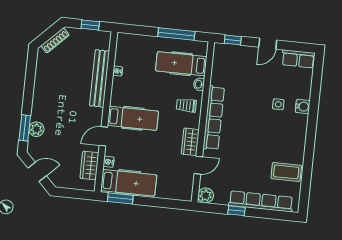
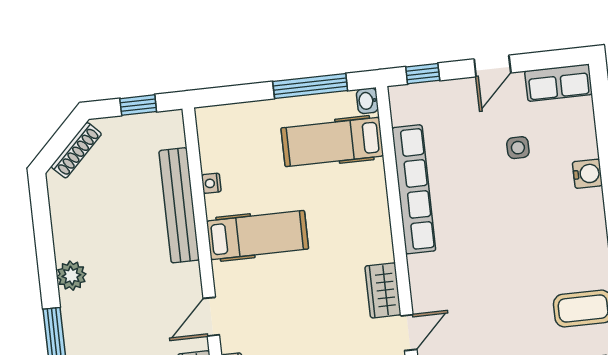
washbasin: (199, 84) -> (367, 101), moved
side table: (278, 104) -> (518, 148), moved
trolley: (186, 105) -> (360, 221), removed
hospital bed: (133, 118) -> (257, 235), moved
row of seats: (214, 118) -> (414, 189), moved
plant: (36, 129) -> (71, 276), moved

